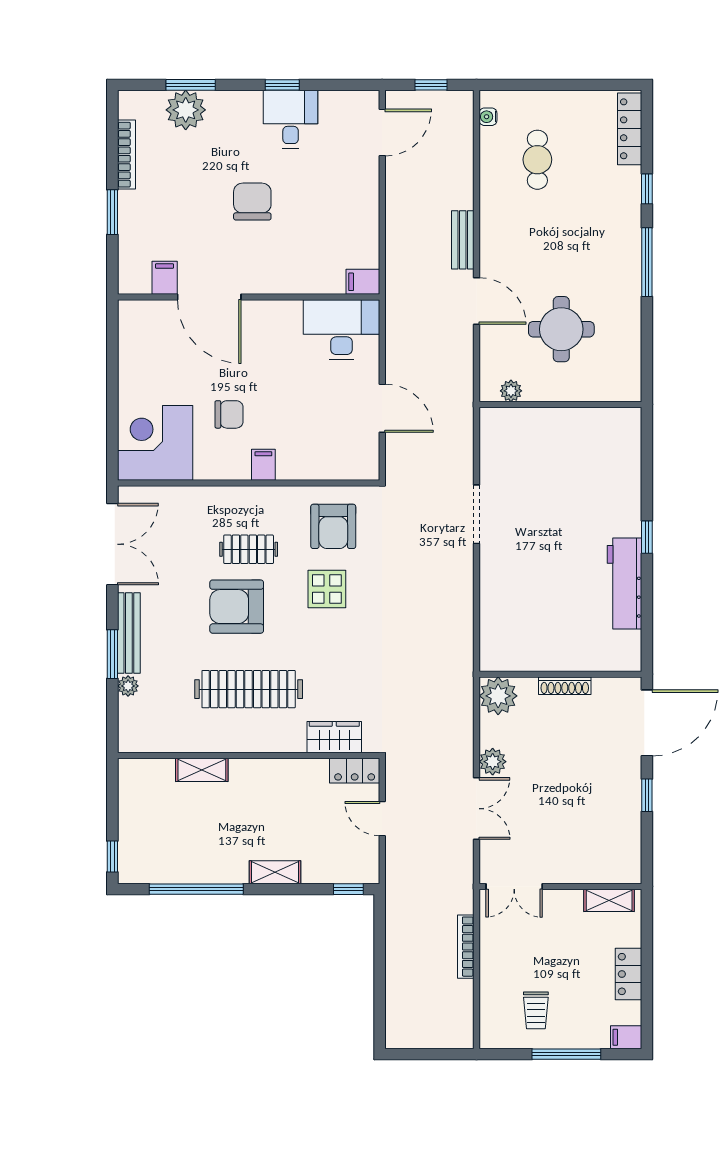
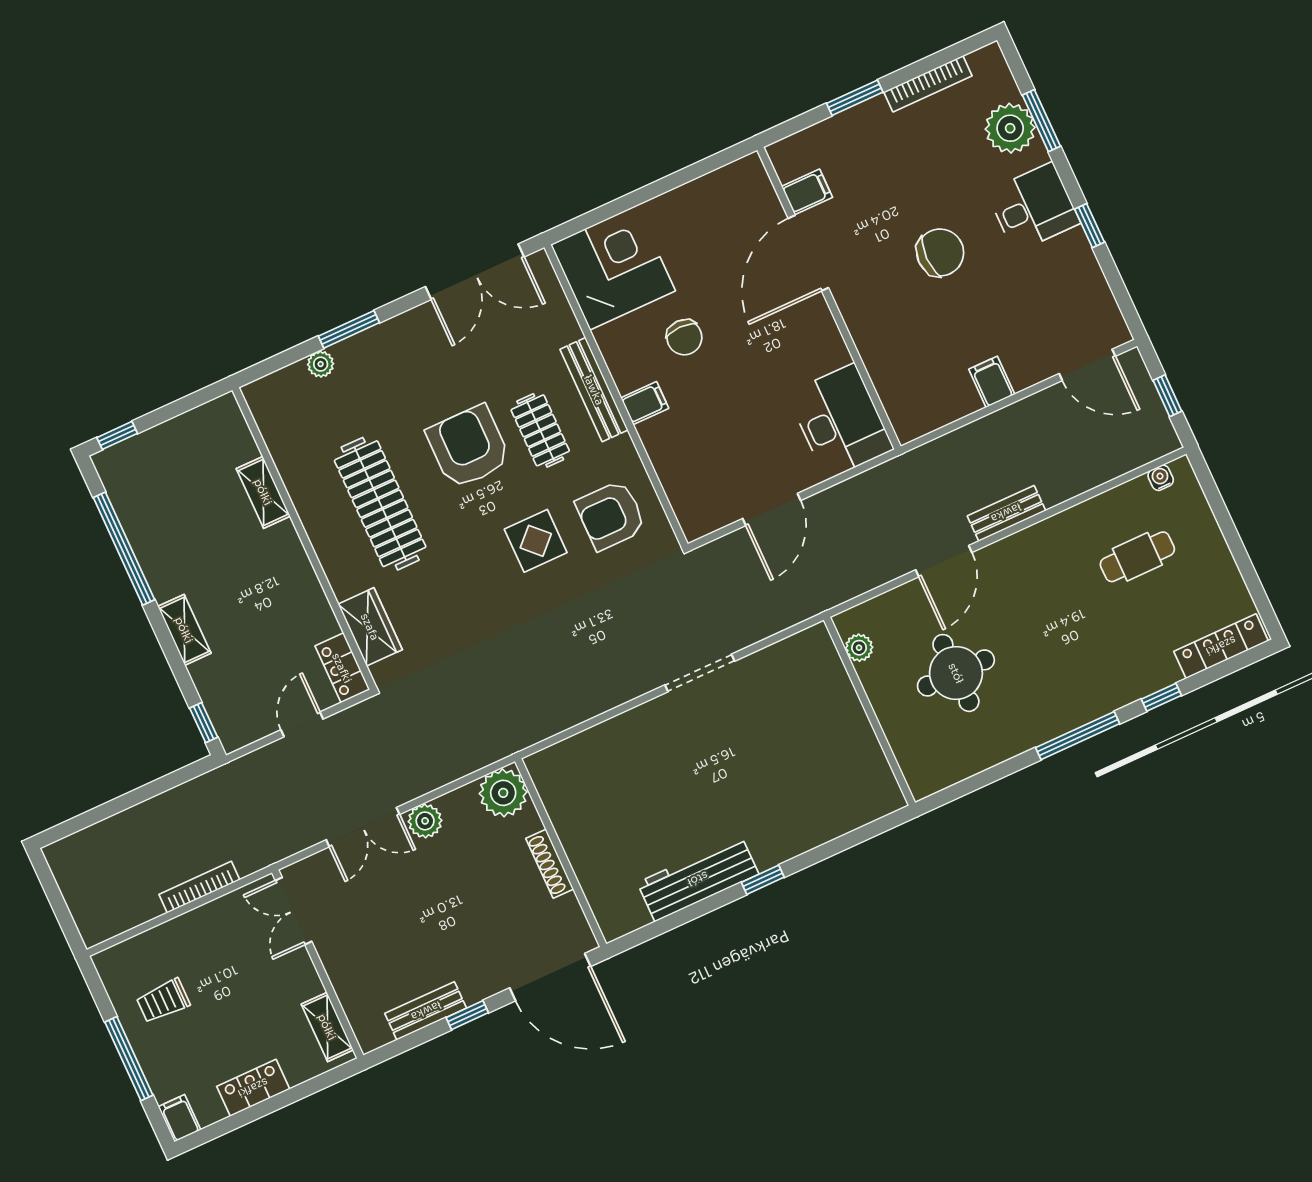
desk: (291, 119) -> (1034, 207), moved
filing cabinet: (363, 282) -> (992, 382), moved
bench: (129, 633) -> (594, 390), moved, turned 90
bench: (630, 824) -> (426, 1011), added

